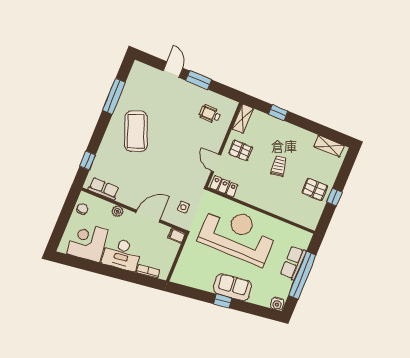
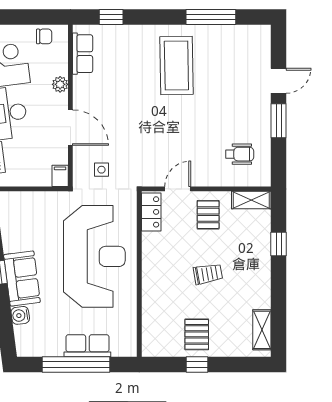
wheelchair: (210, 114) -> (240, 154), turned 90
coffee table: (136, 131) -> (176, 65), turned -69
water cooler: (277, 304) -> (20, 315), moved

